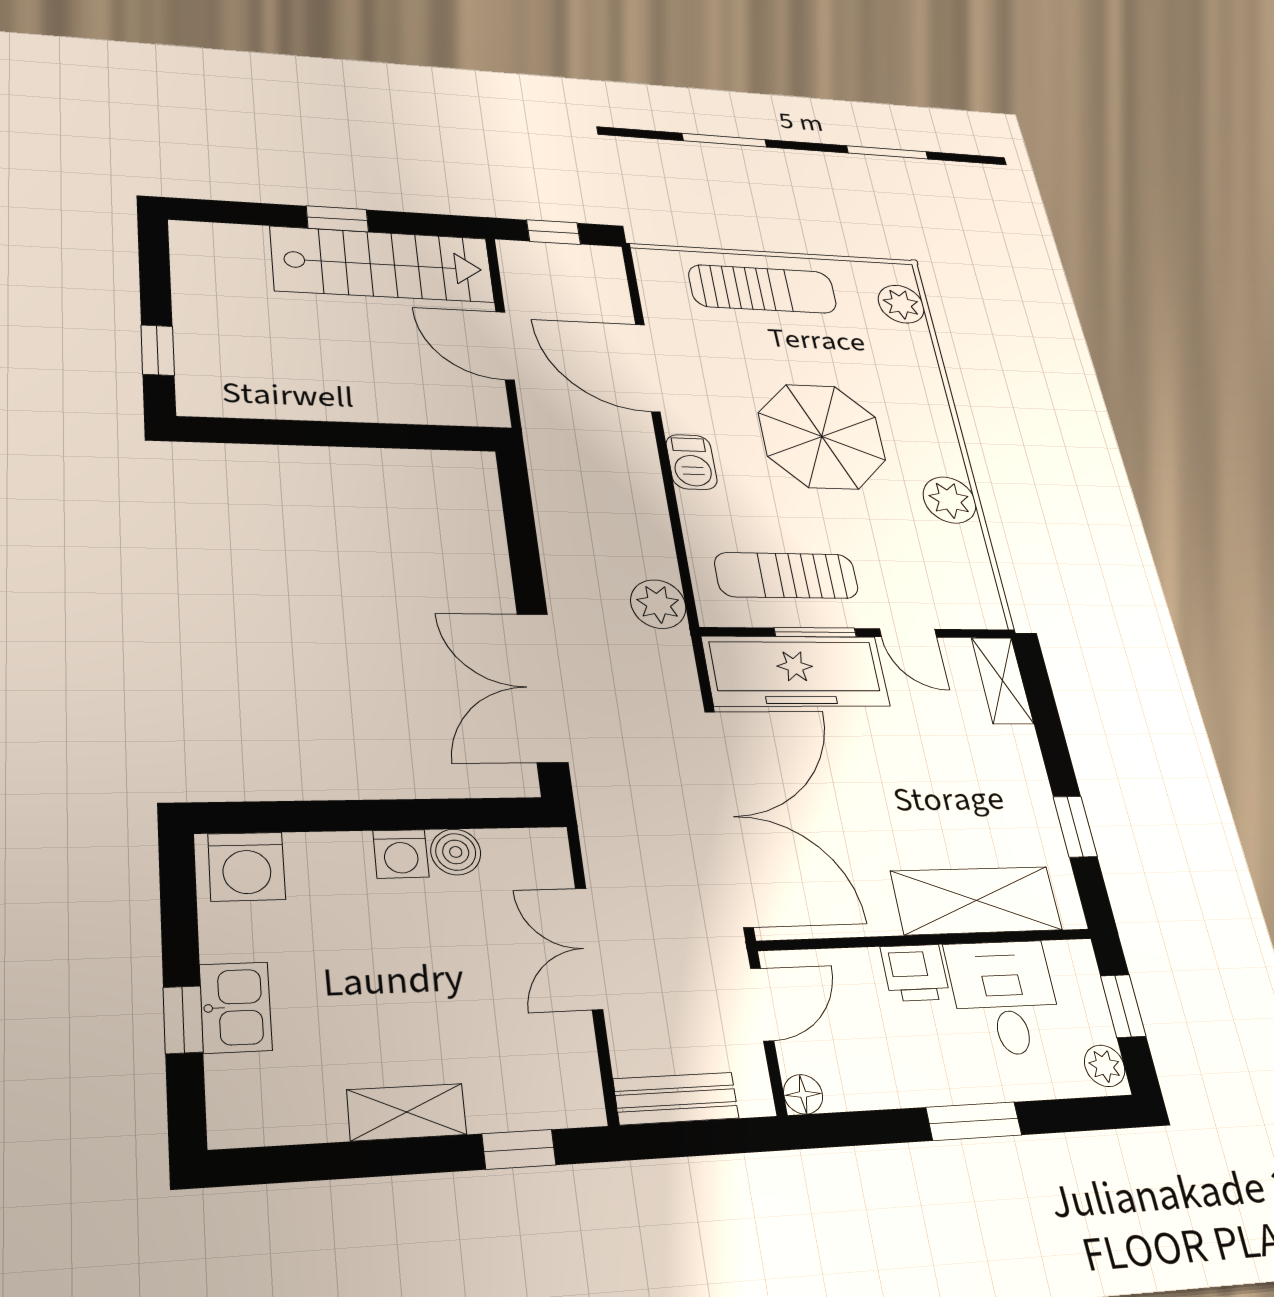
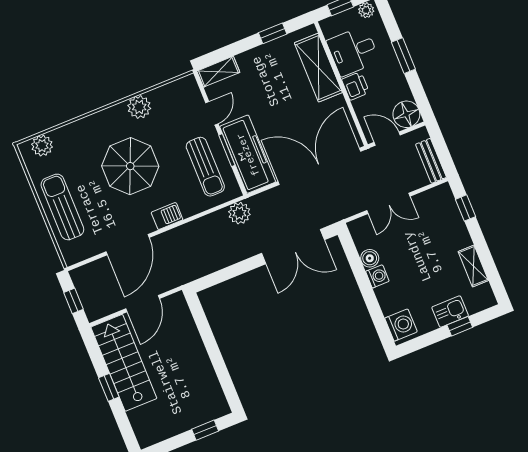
floor lamp: (803, 1094) -> (406, 114), width x1.89, depth x1.89
shelving: (407, 1112) -> (473, 266), moved

